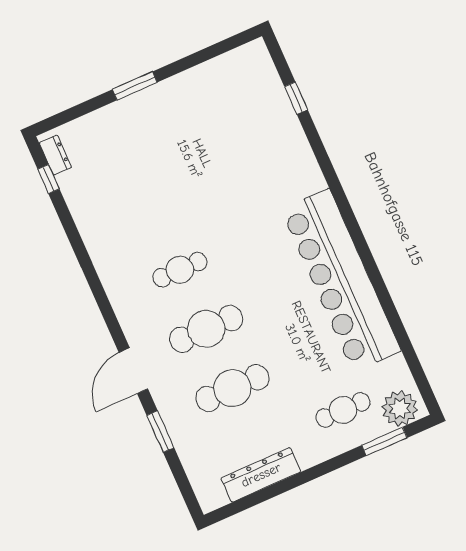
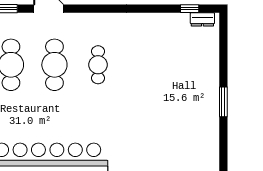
window: (135, 86) -> (223, 102), moved

